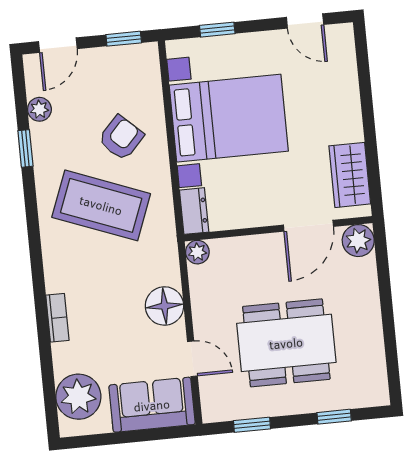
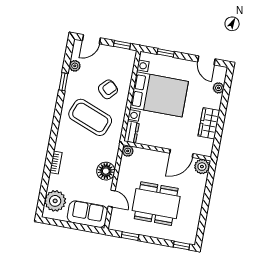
plant: (346, 70) -> (219, 88), added
wardrobe: (350, 175) -> (209, 123), moved
window: (334, 417) -> (181, 246), moved

